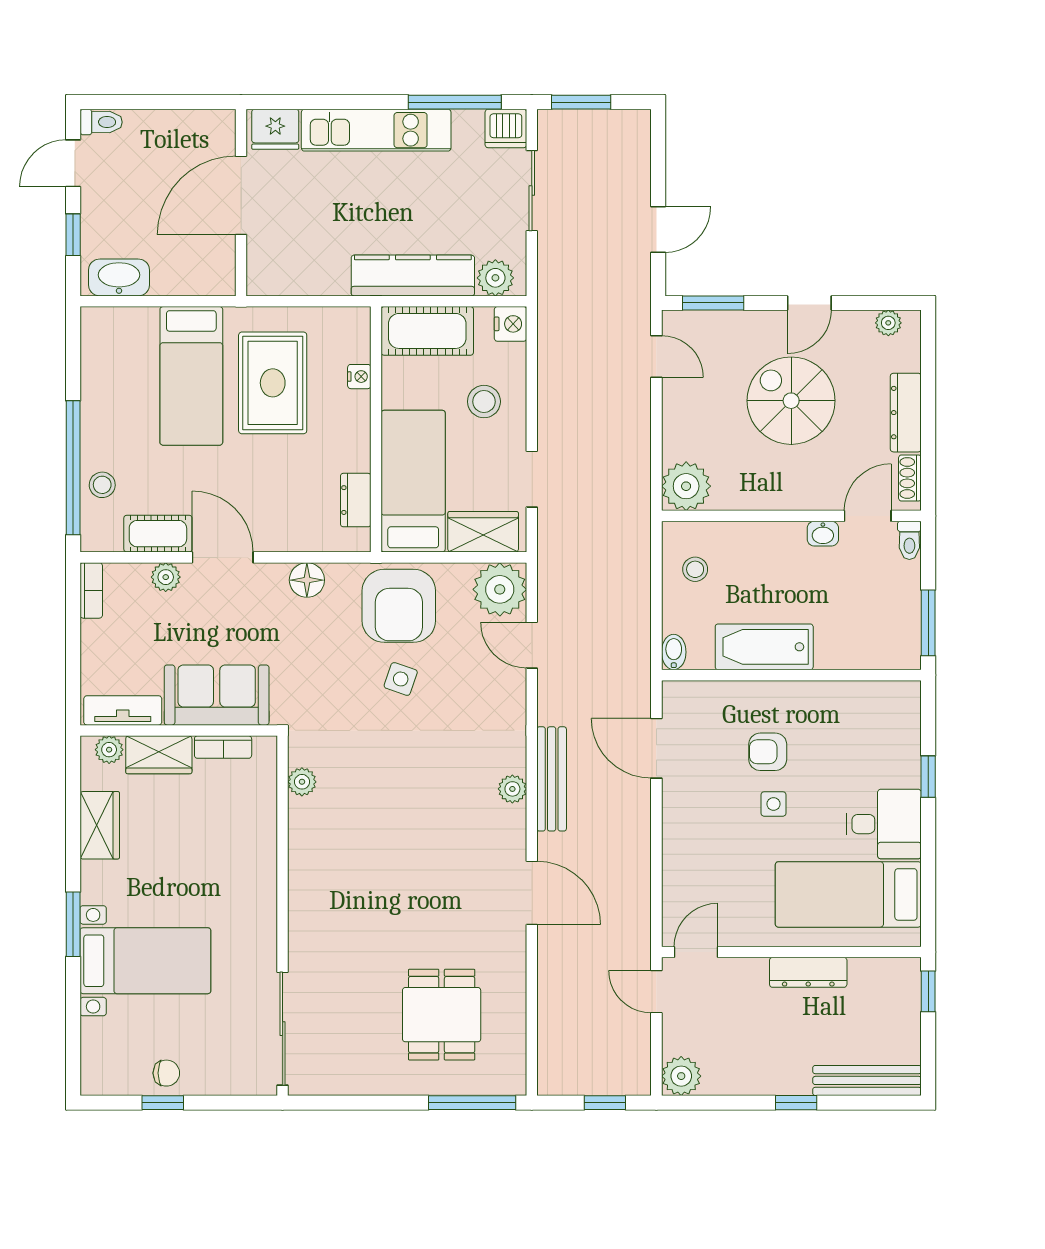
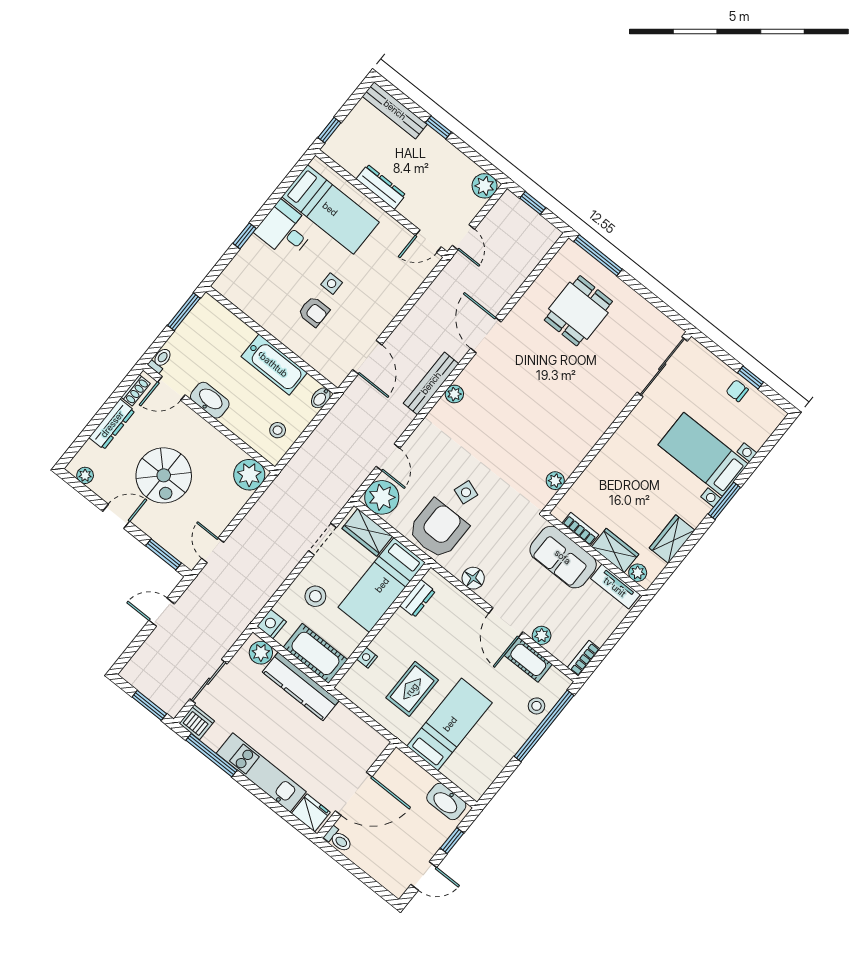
toilet: (101, 122) -> (338, 839), moved, turned 180
rug: (273, 383) -> (412, 689), width x0.73, depth x0.70
washbasin: (823, 534) -> (210, 400), width x1.91, depth x1.45

